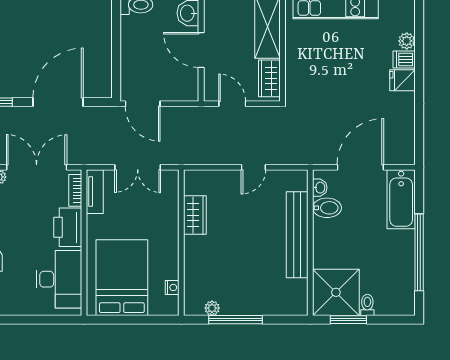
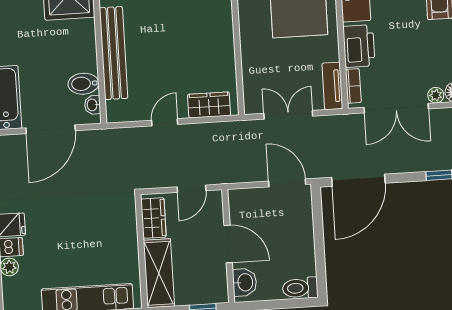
door: (58, 102) -> (358, 180), moved
door: (232, 104) -> (191, 189), hinge flipped
wardrobe: (195, 215) -> (209, 105), moved, turned 90

